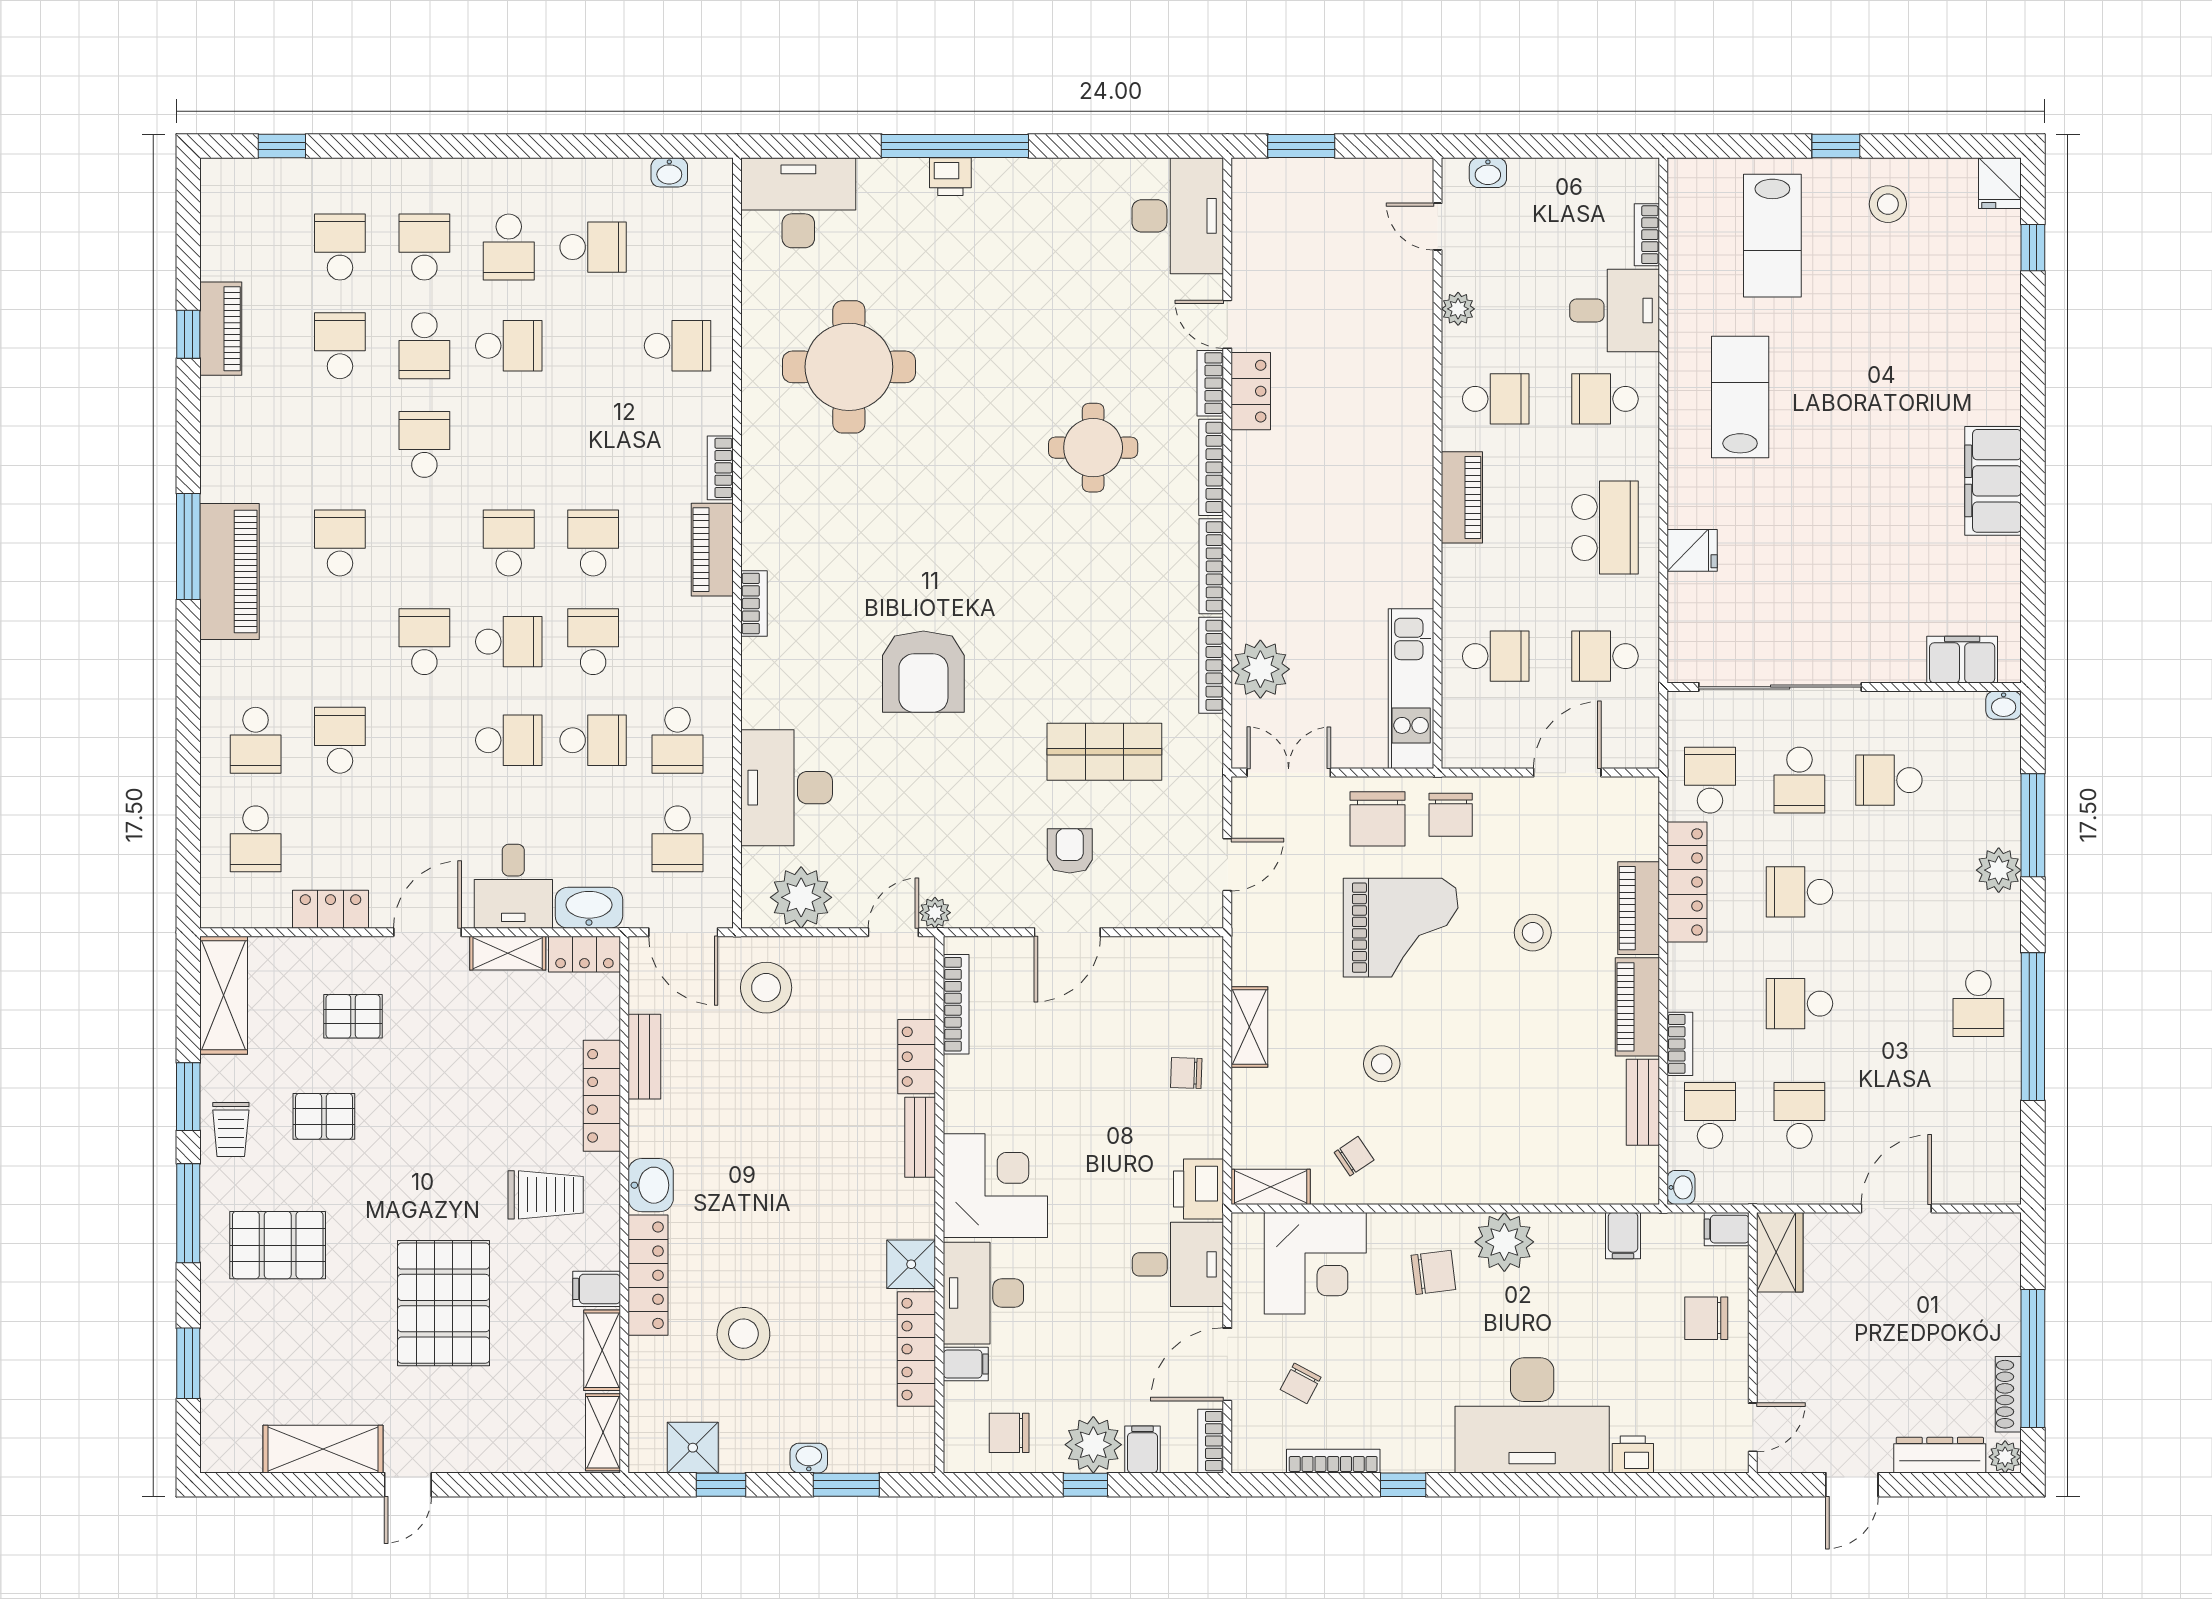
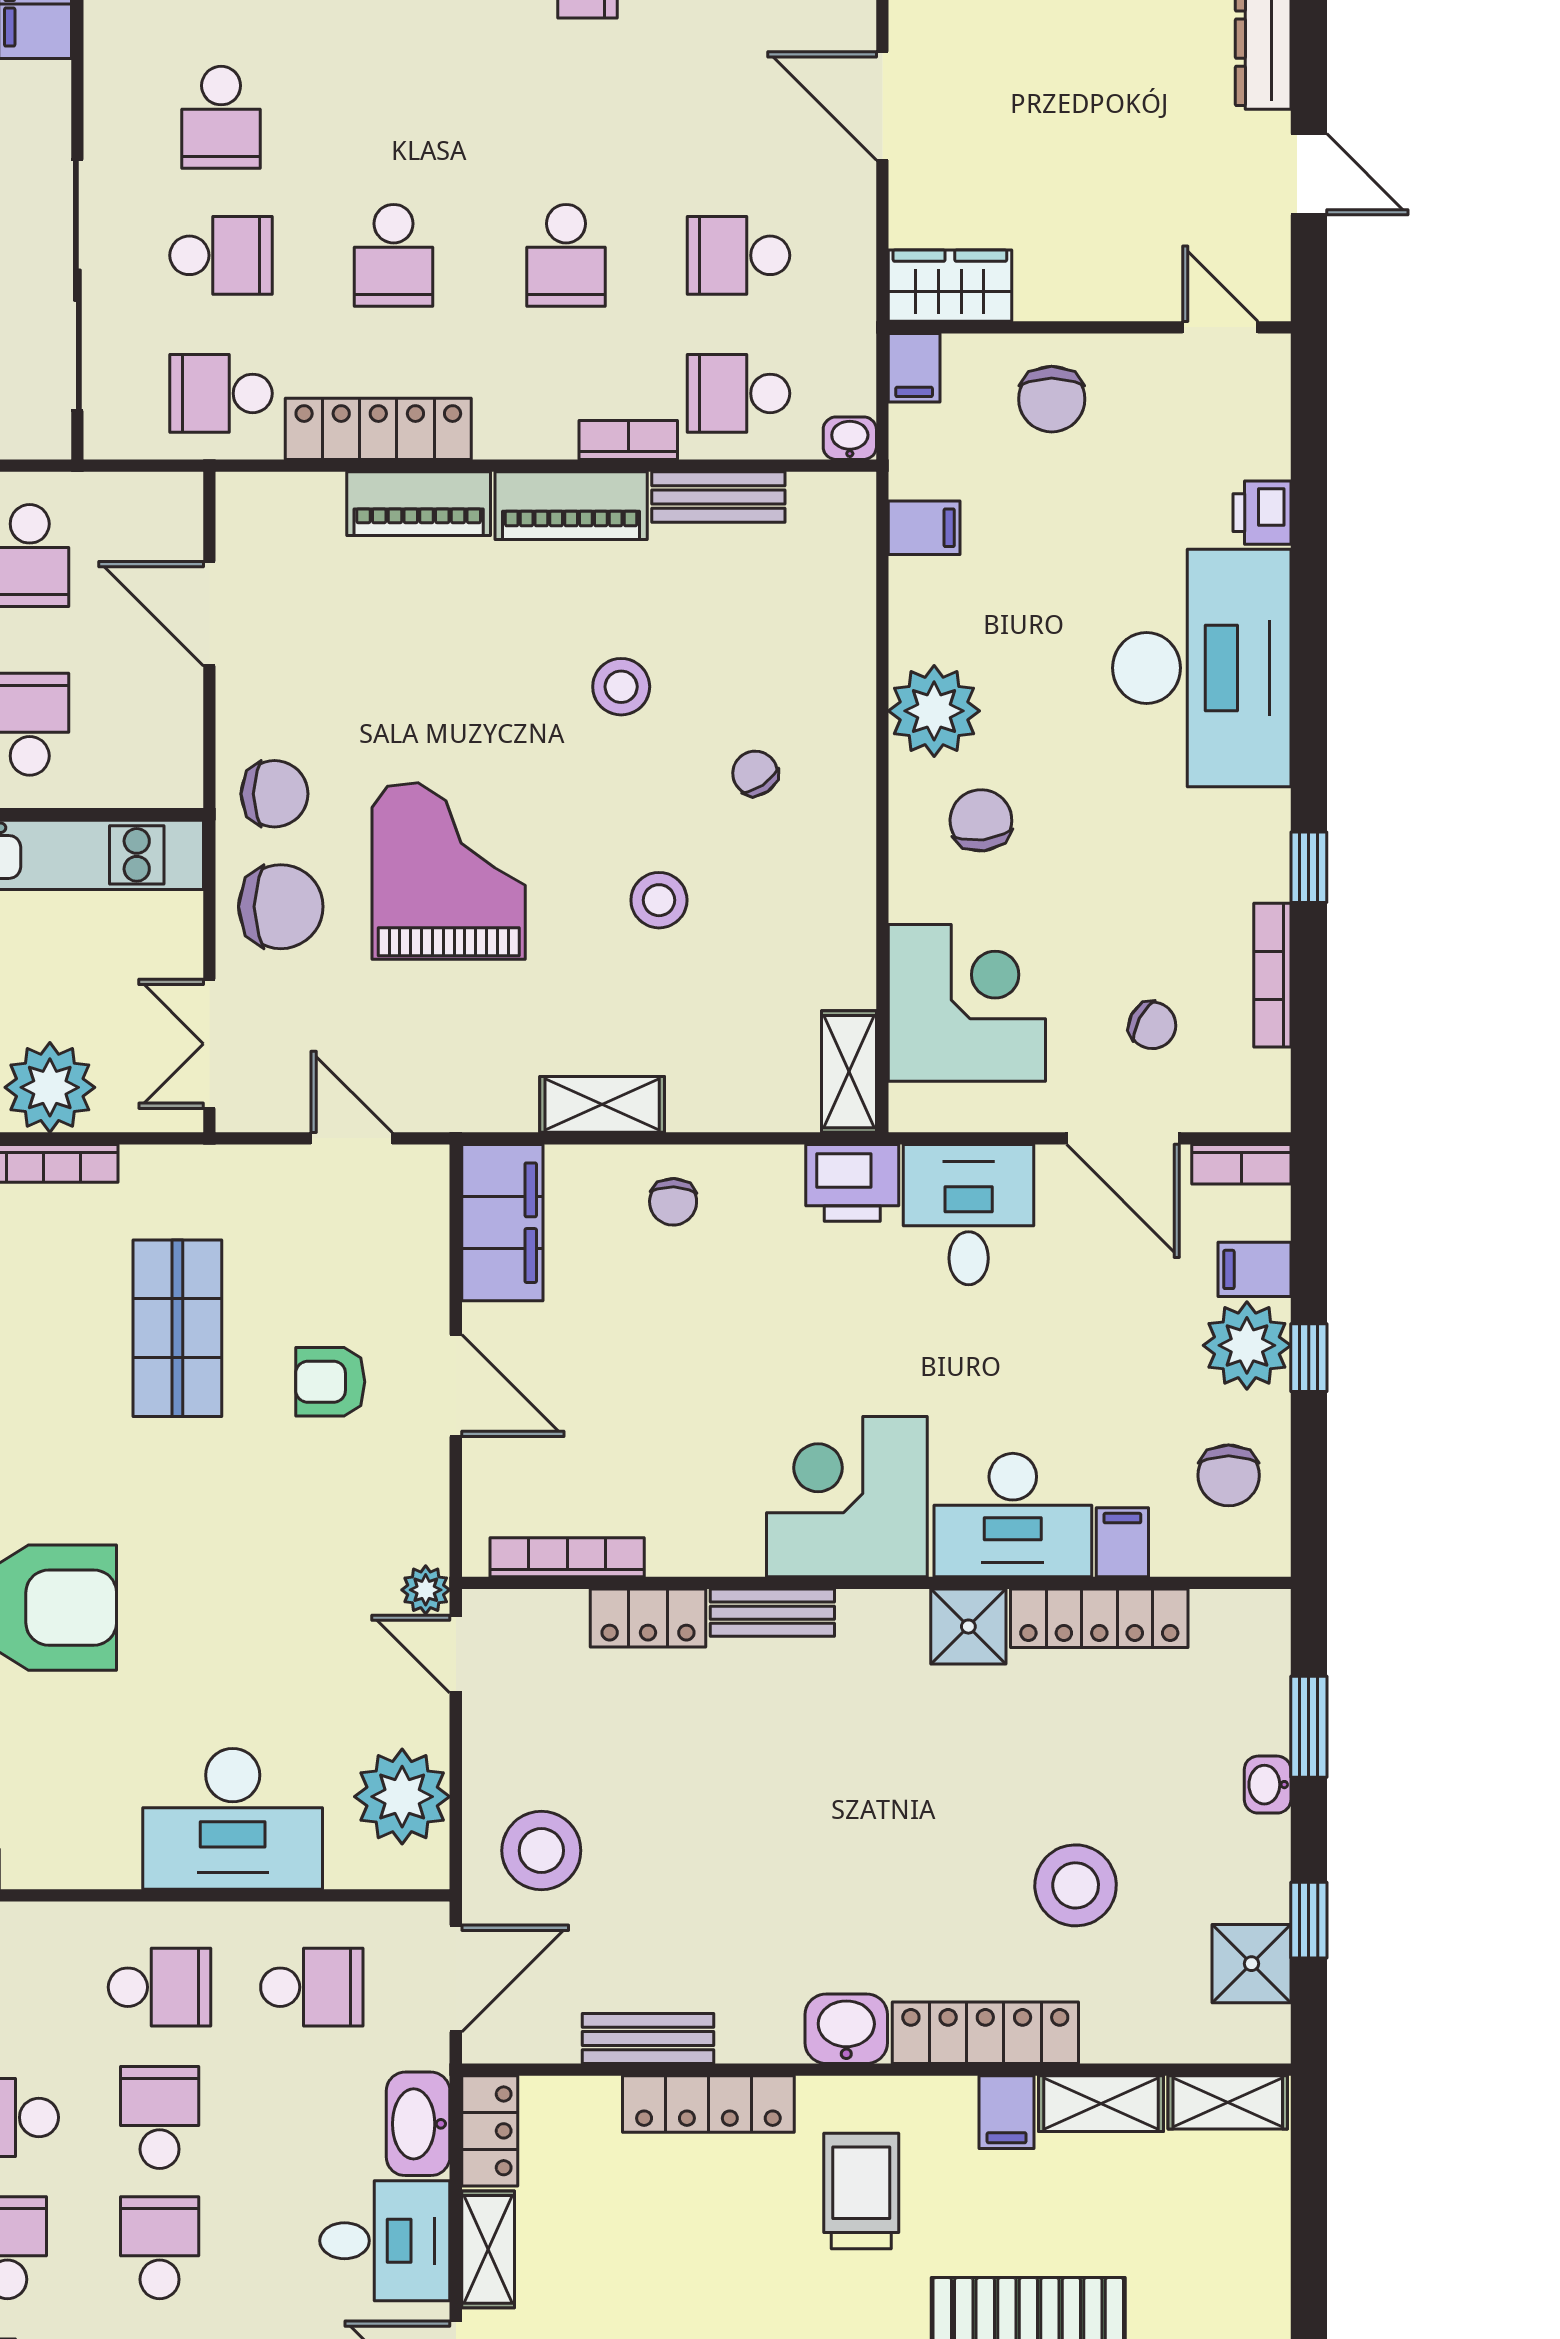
stool: (1533, 933) -> (621, 687), moved
filing cabinet: (1173, 962) -> (502, 1223), added
chair: (1354, 1156) -> (755, 773), moved

